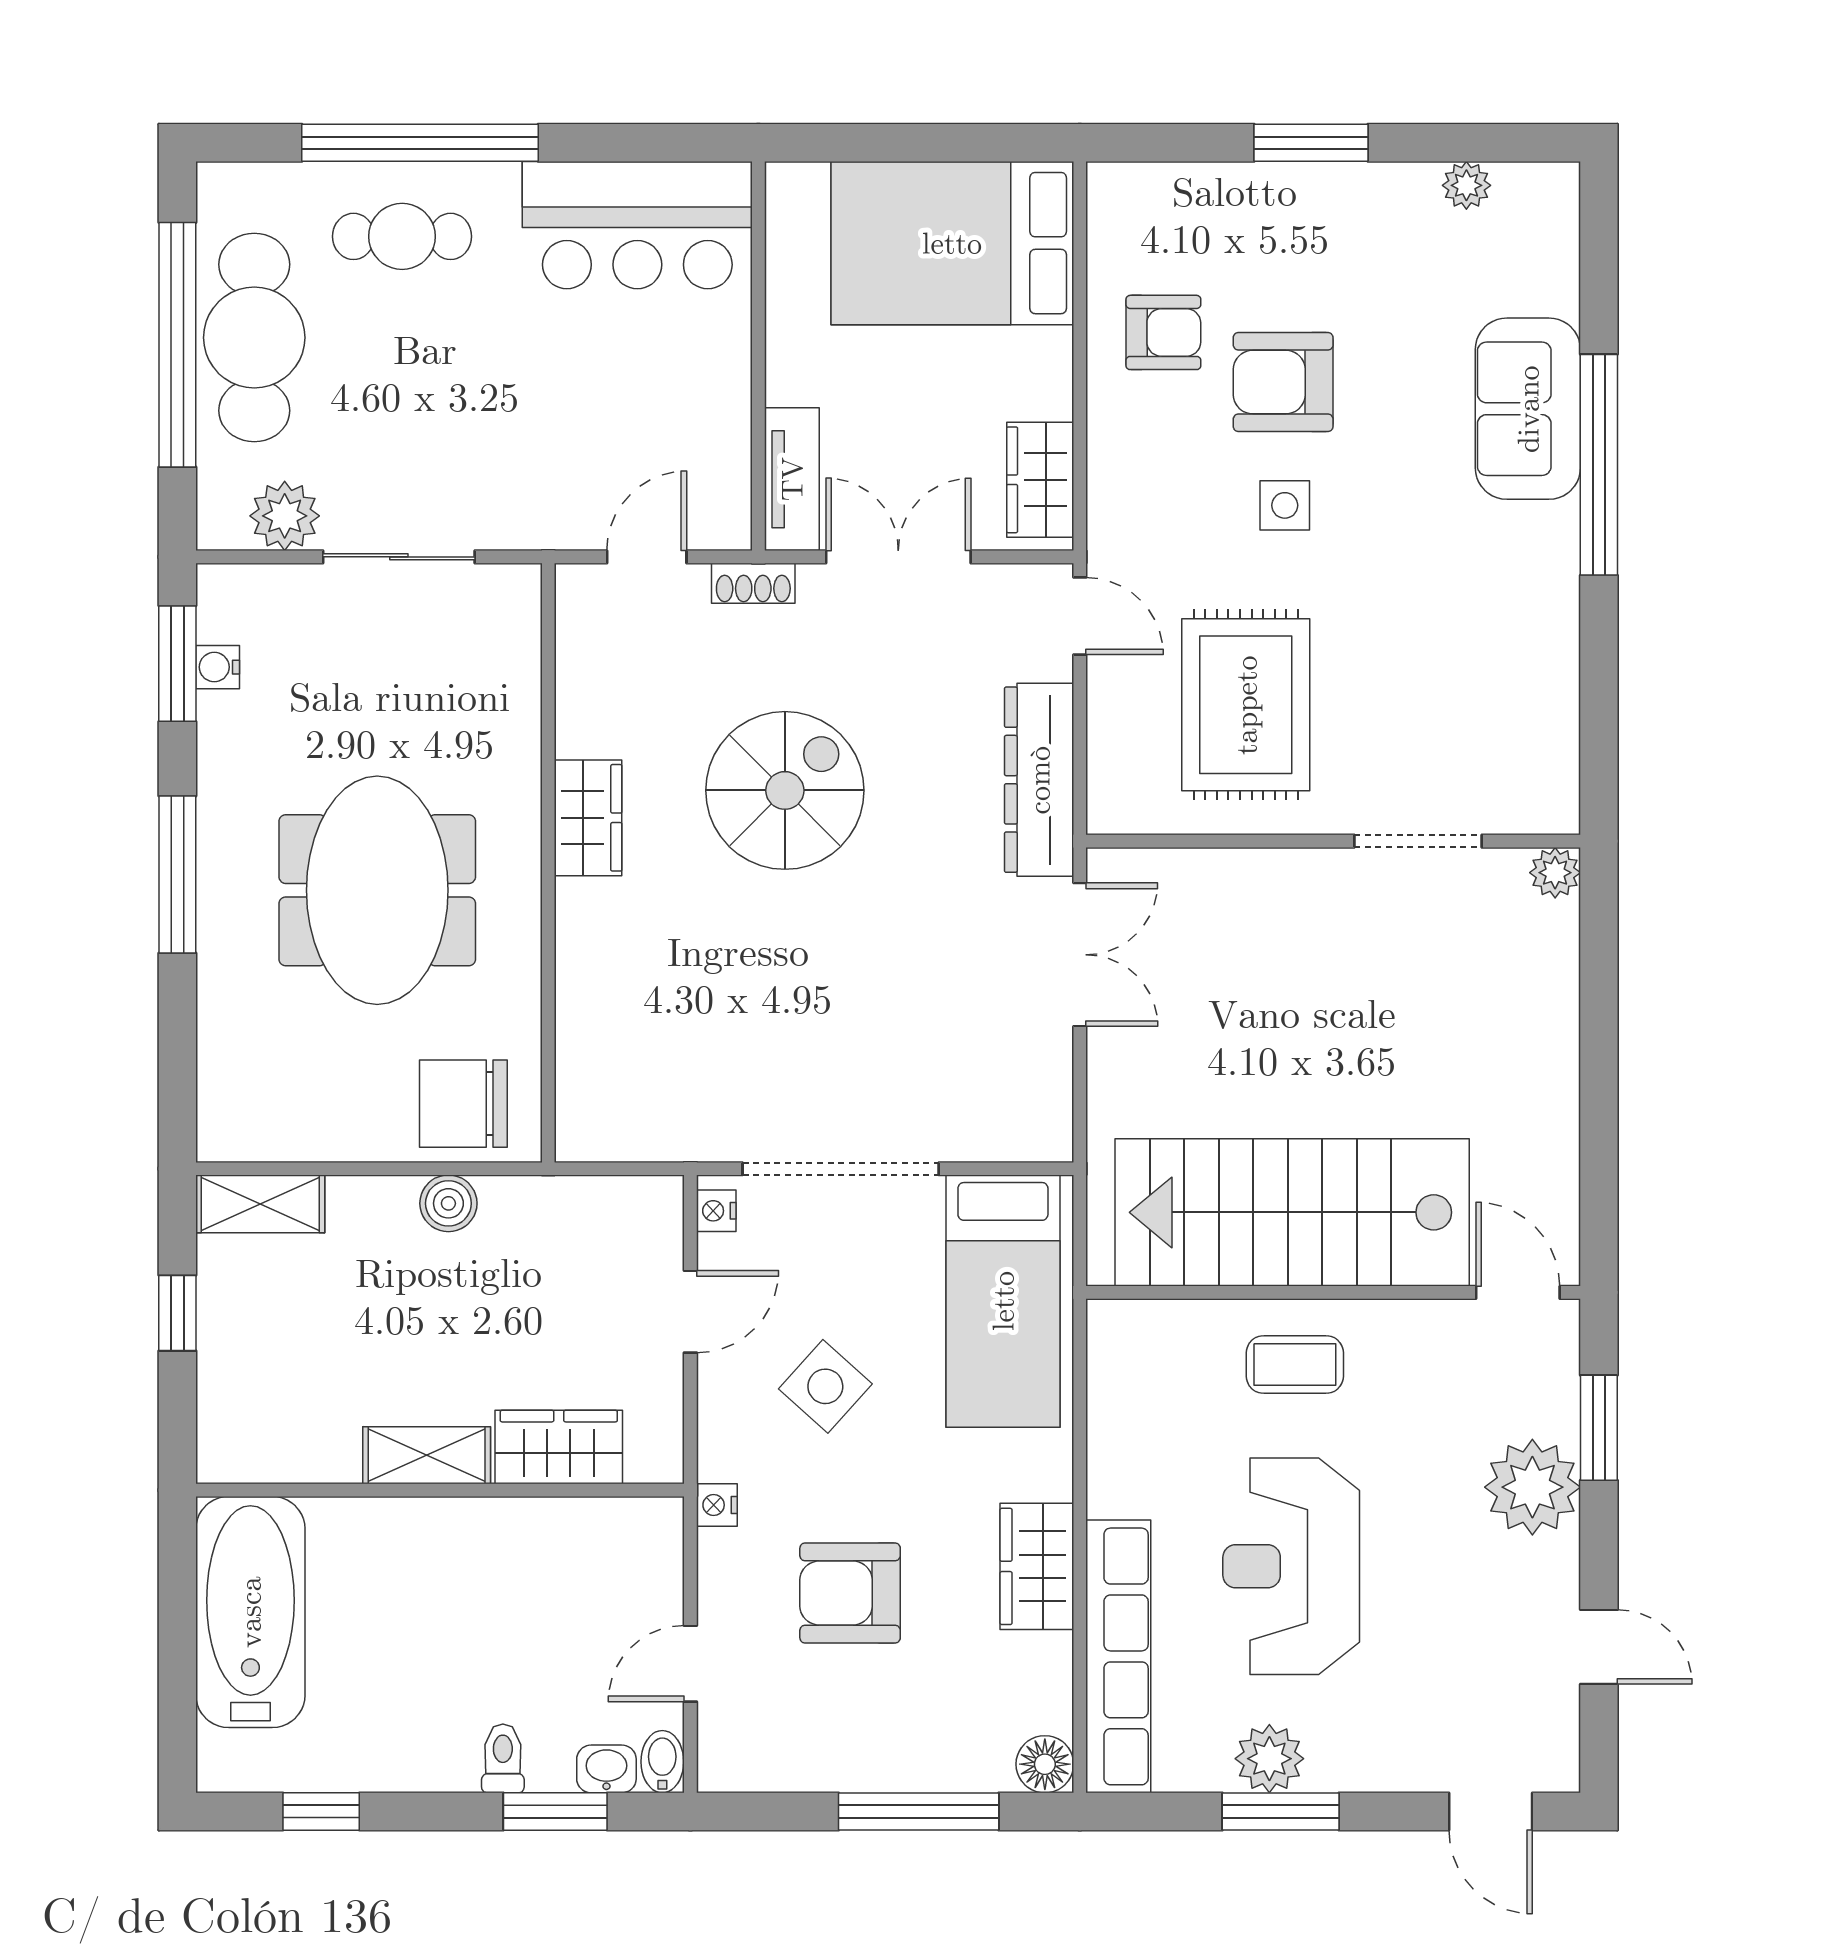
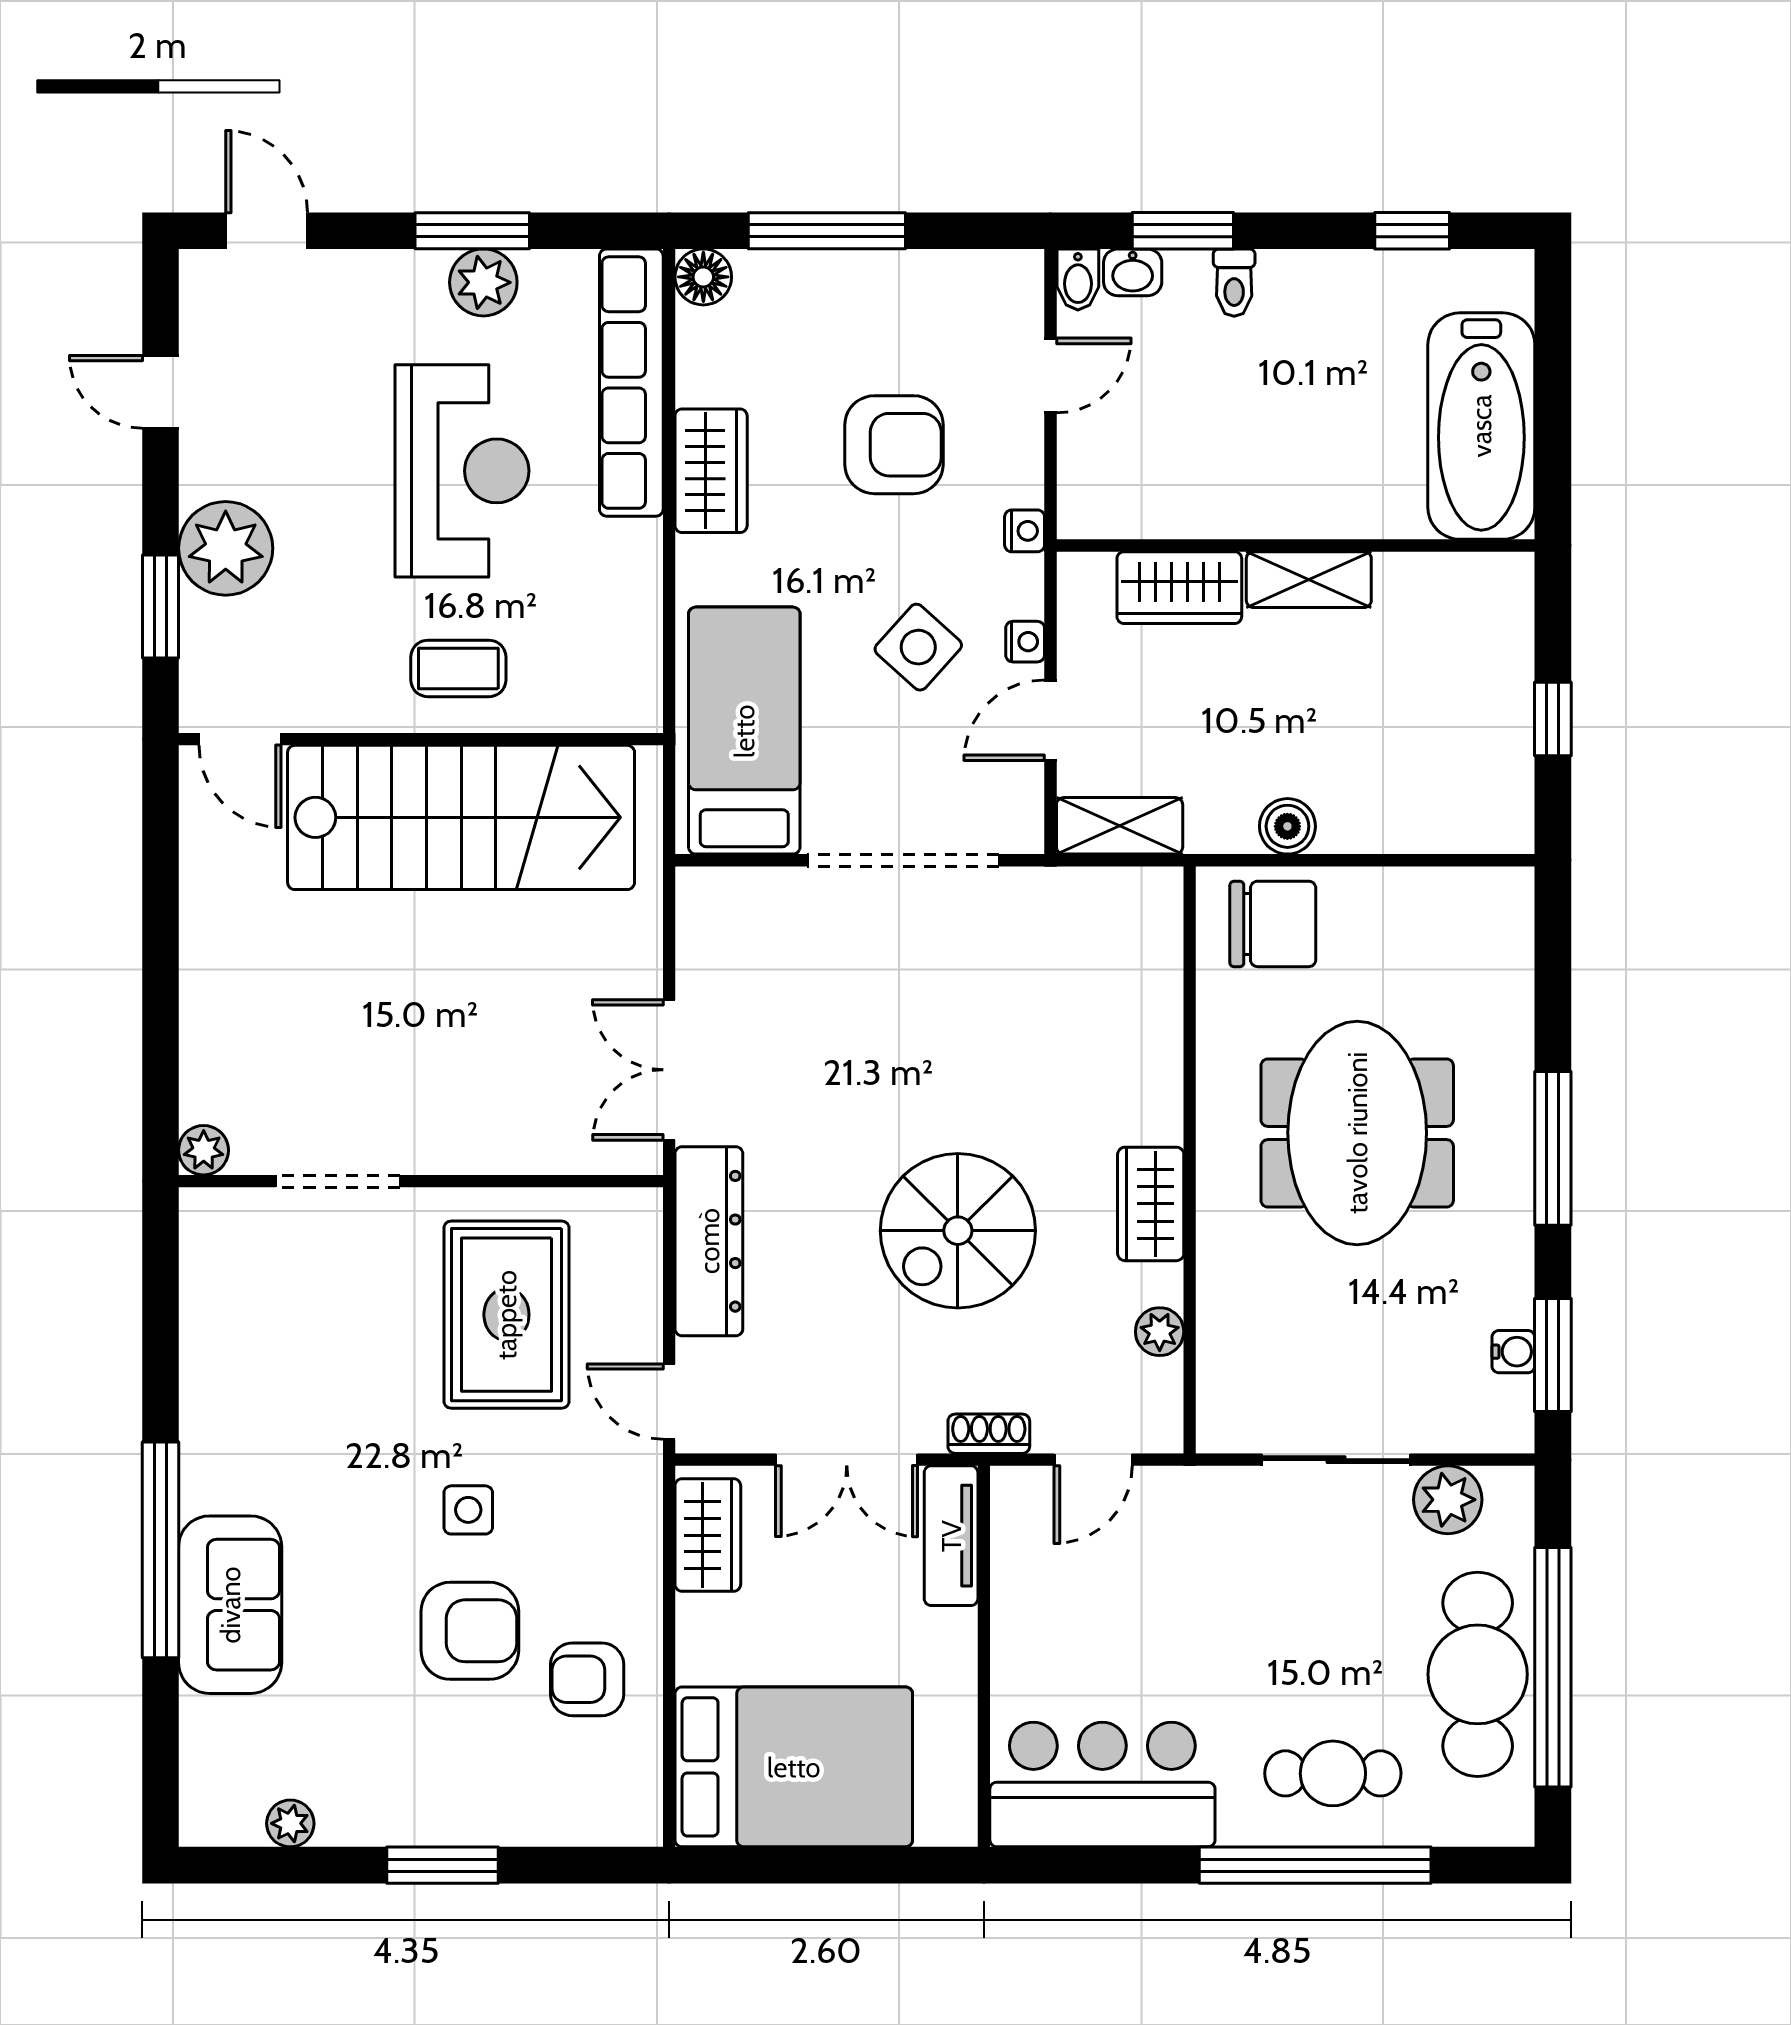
plant: (579, 687) -> (1160, 1332), added
shelving: (260, 1204) -> (1120, 826), moved
nightstand: (716, 1211) -> (1025, 642), moved

